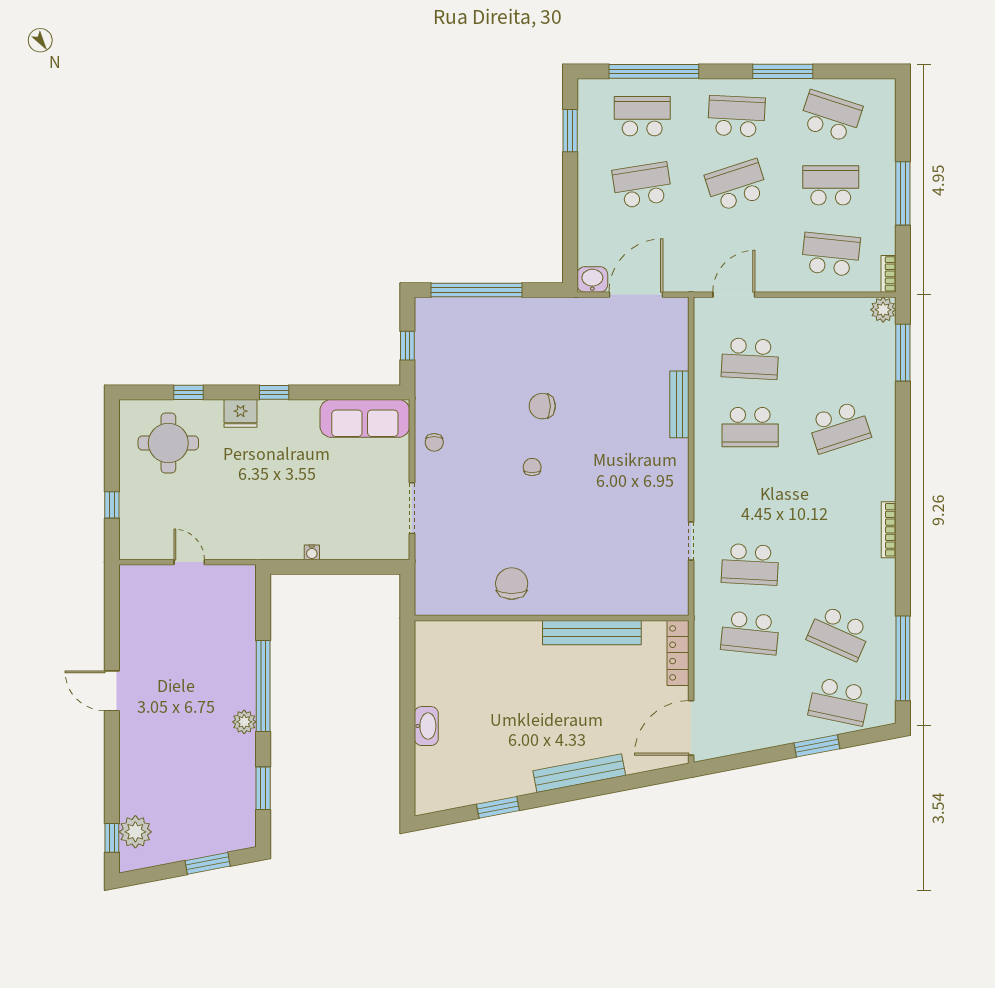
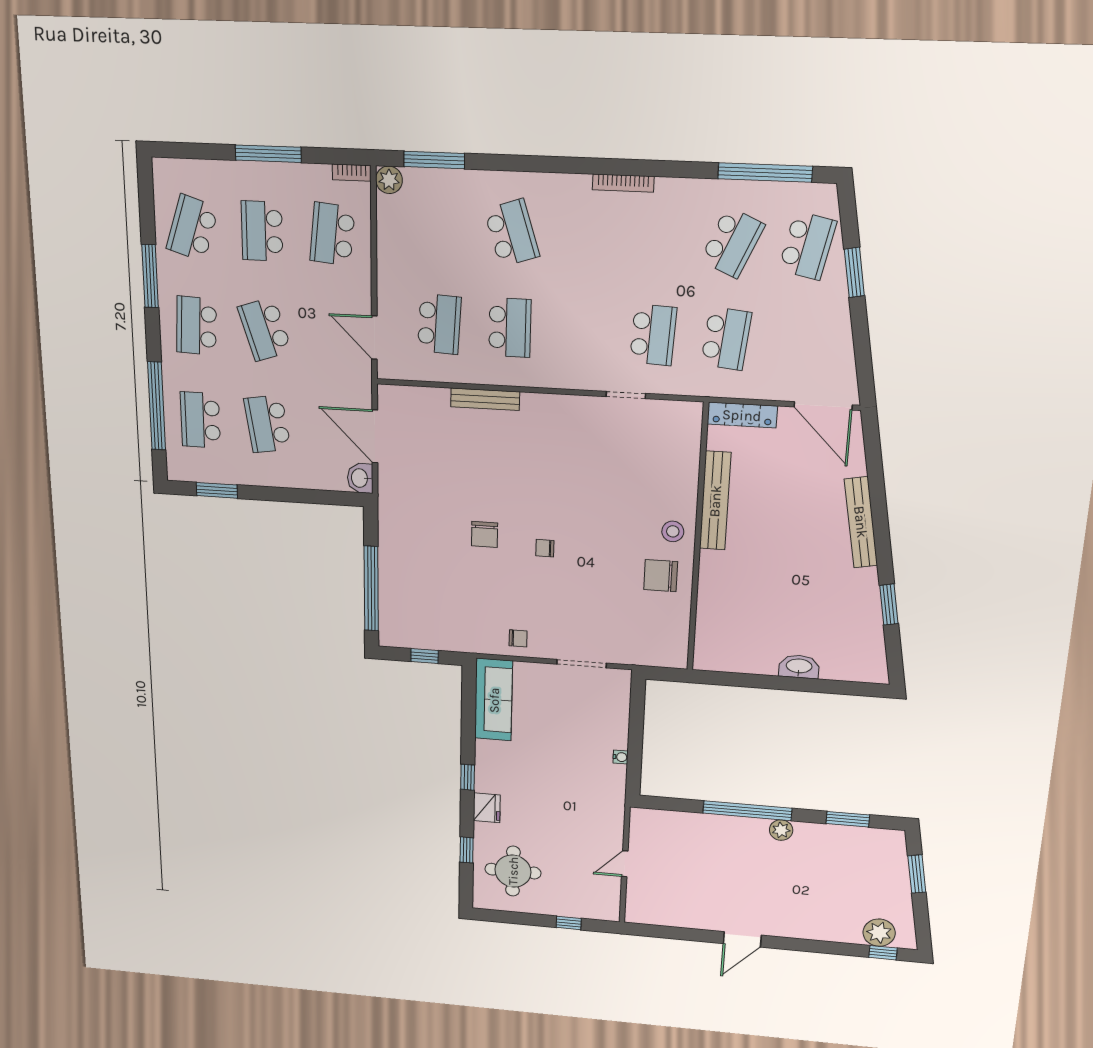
stool: (558, 593) -> (673, 531), added

